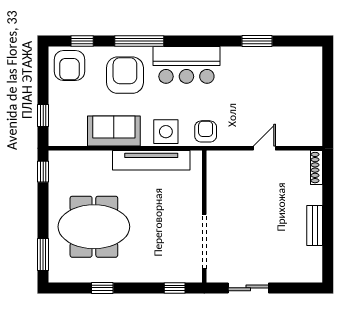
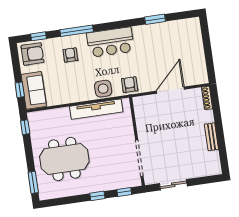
armchair: (69, 66) -> (32, 54), turned -90
armchair: (125, 75) -> (70, 55), width x0.53, depth x0.53
sofa: (114, 131) -> (34, 90), moved, turned 90
door: (264, 148) -> (170, 90), width x1.87
window: (102, 288) -> (97, 196), moved

